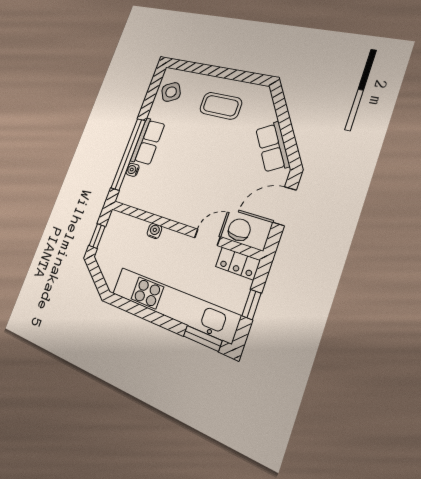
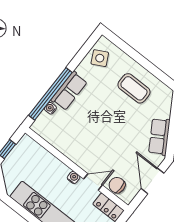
door: (285, 206) -> (152, 181), hinge flipped
chair: (239, 230) -> (117, 185), turned -90
water cooler: (154, 231) -> (74, 177), moved

